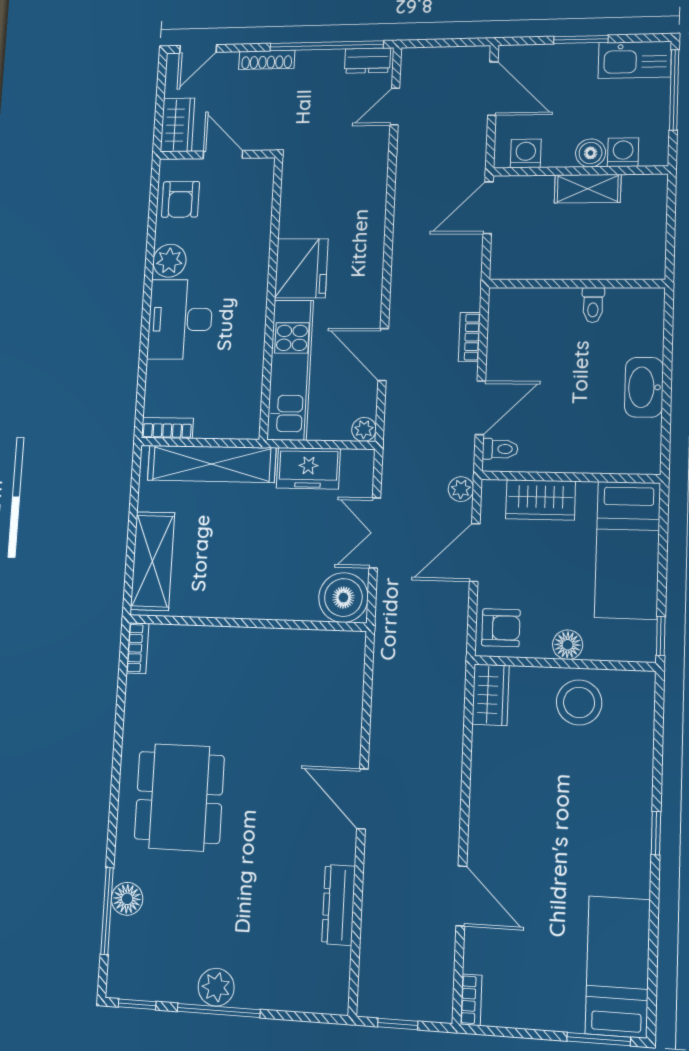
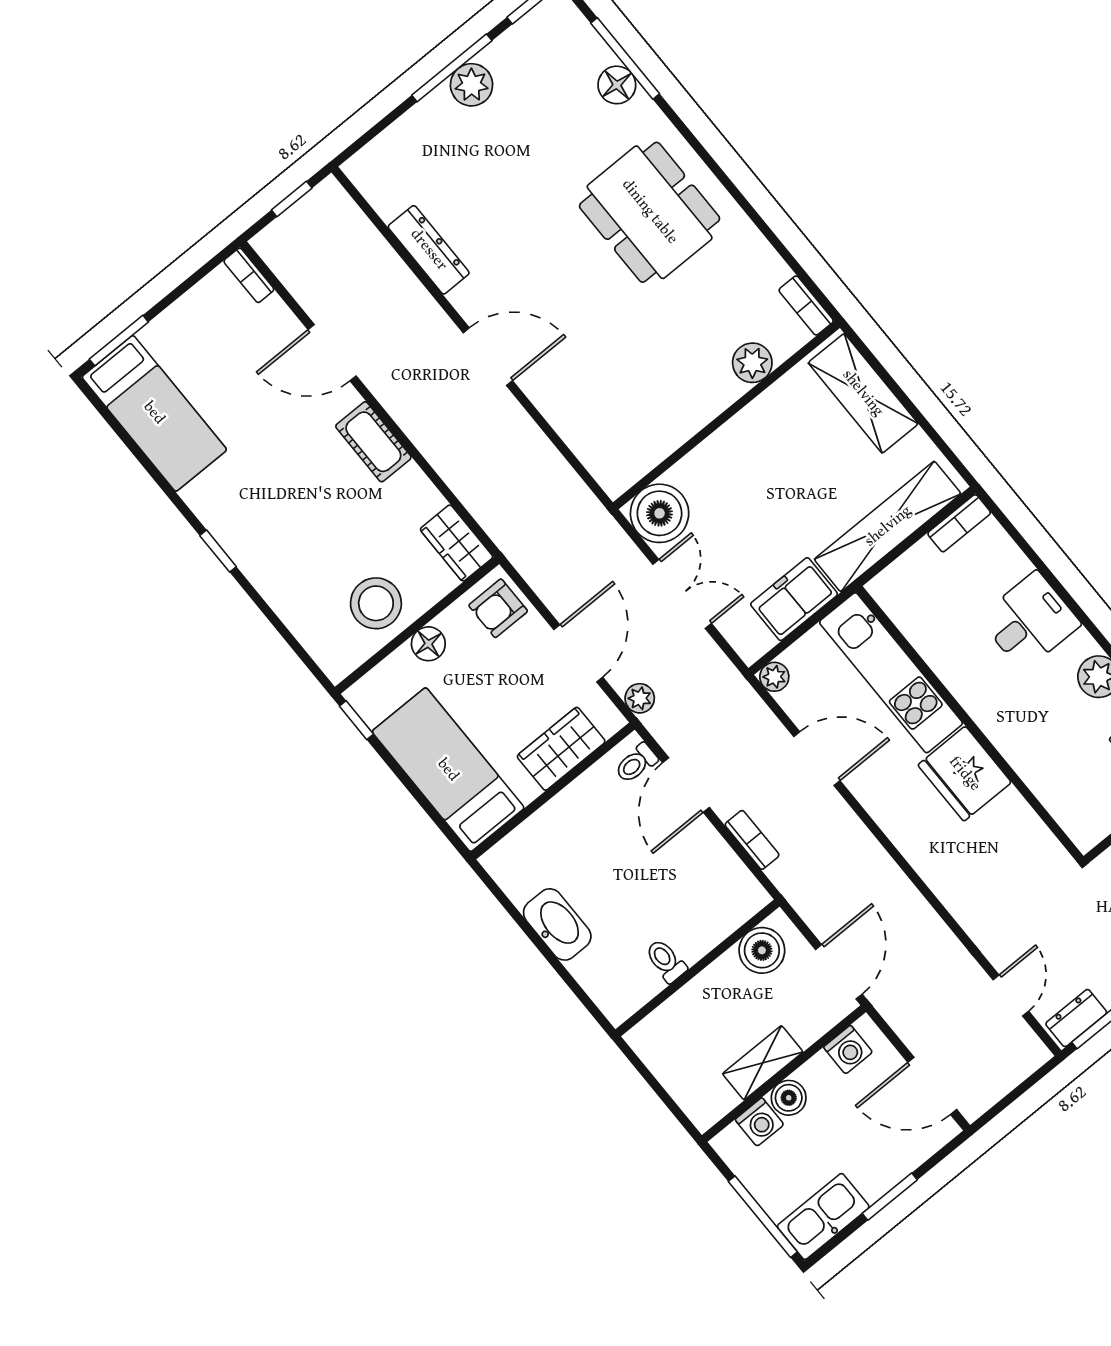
boiler: (525, 261) -> (762, 950), added
desk: (180, 319) -> (1030, 621), width x0.73
plant: (202, 642) -> (752, 363), added
cot: (486, 811) -> (373, 442), added

